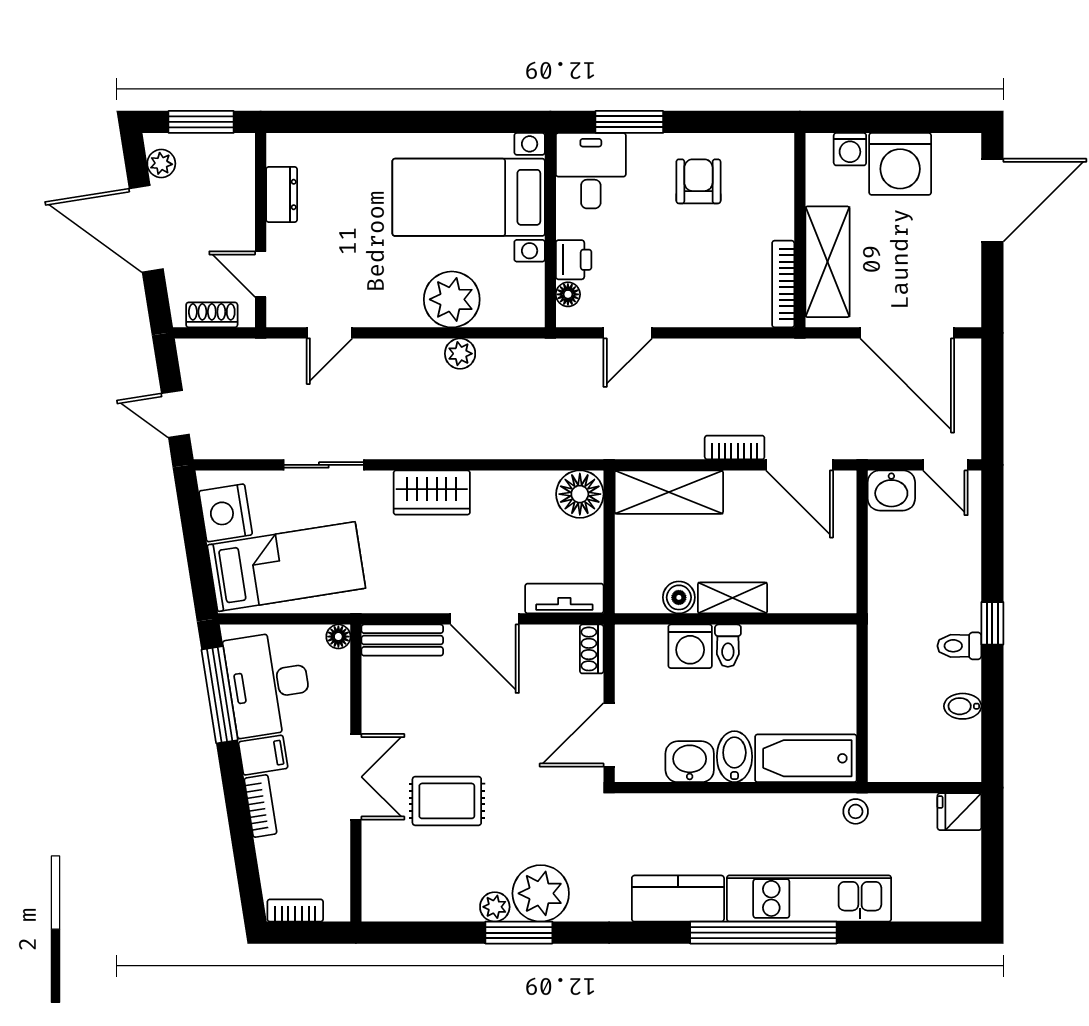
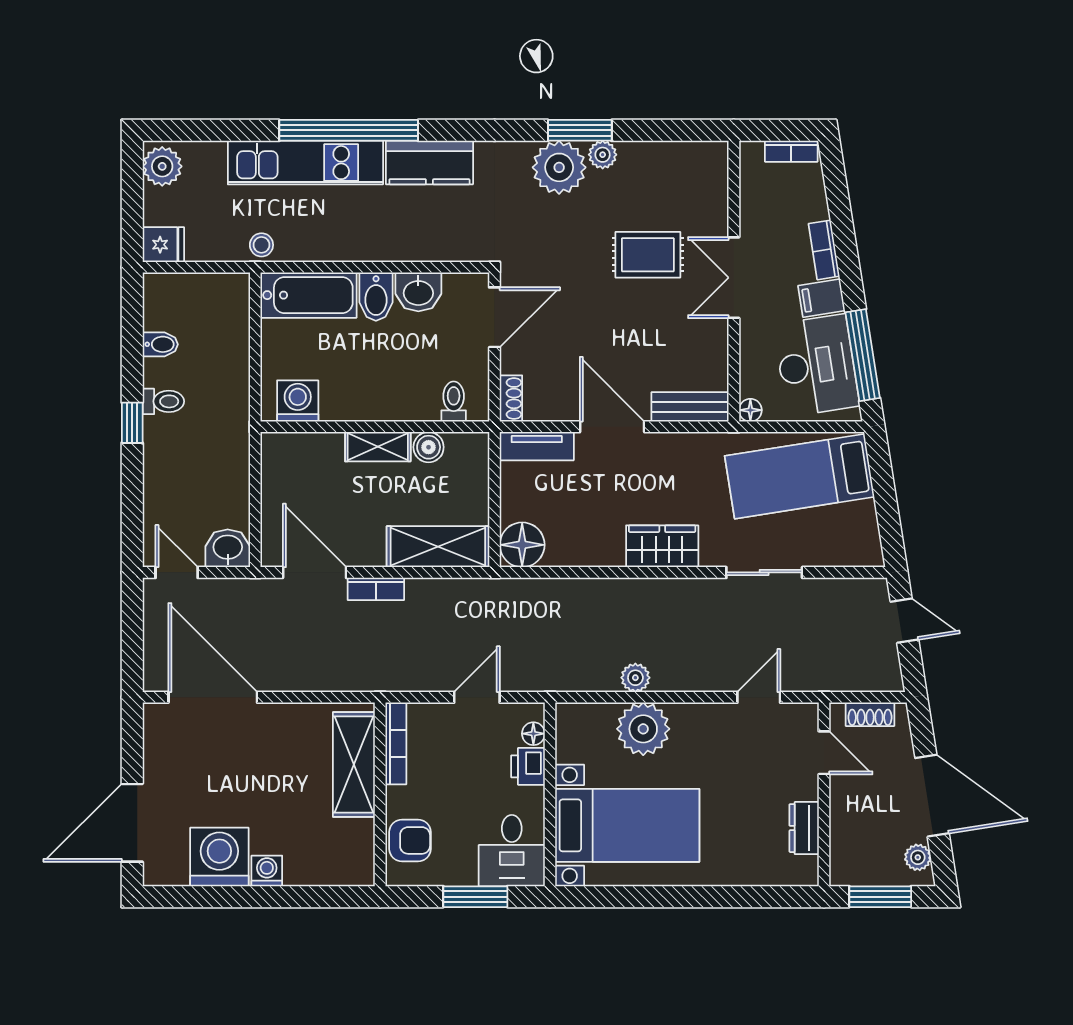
armchair: (698, 181) -> (410, 840), turned -90
wall: (800, 230) -> (380, 794), moved
shelving: (827, 262) -> (354, 764), moved
bookcase: (783, 284) -> (396, 743), moved
nightstand: (226, 513) -> (857, 527), removed
washing machine: (690, 646) -> (298, 401), moved
toilet: (728, 646) -> (454, 402), moved
plant: (961, 894) -> (162, 166), added

